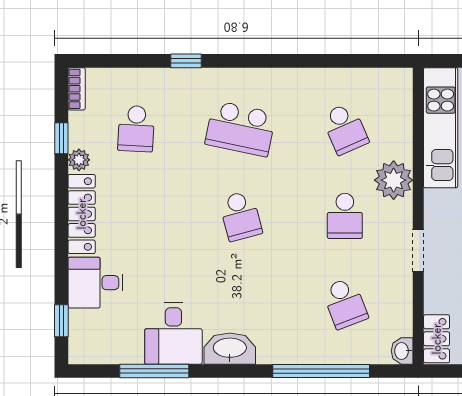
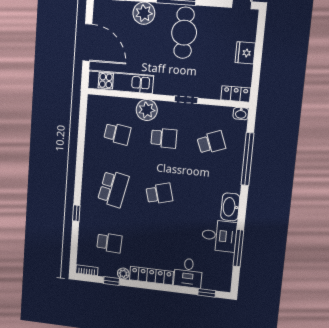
school desk: (345, 129) -> (117, 134), turned 33

